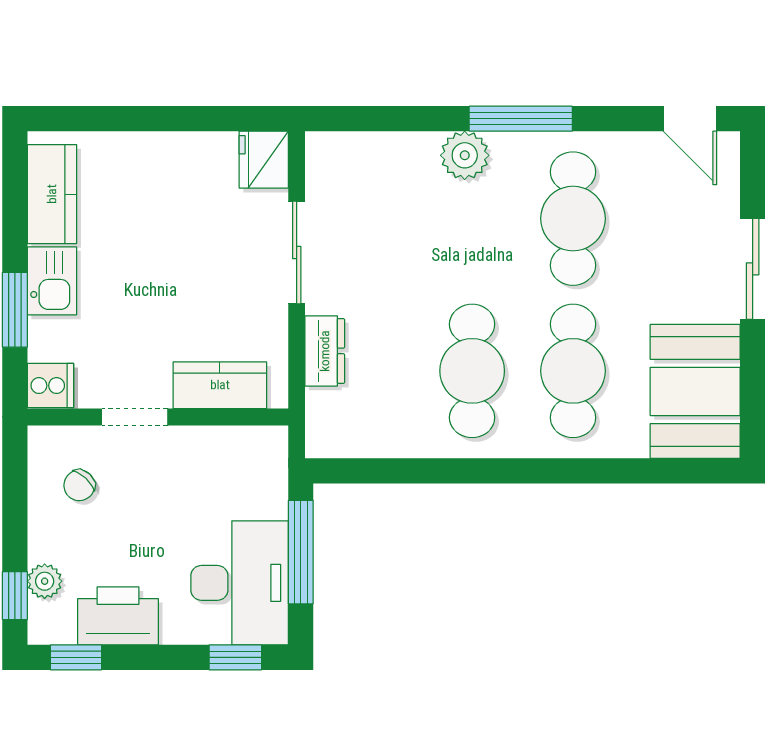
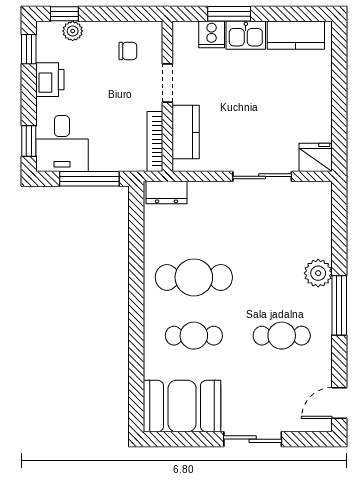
cafe table: (573, 219) -> (282, 336), width x0.73, depth x0.74
dresser: (325, 351) -> (166, 192), moved
cafe table: (573, 371) -> (194, 336), width x0.73, depth x0.74
cooker: (51, 386) -> (212, 34), moved
bookcase: (236, 439) -> (155, 141), added
chair: (79, 485) -> (128, 51), turned 137
desk: (240, 583) -> (62, 143), width x0.73
printer: (118, 616) -> (50, 80), width x0.73, depth x0.84

